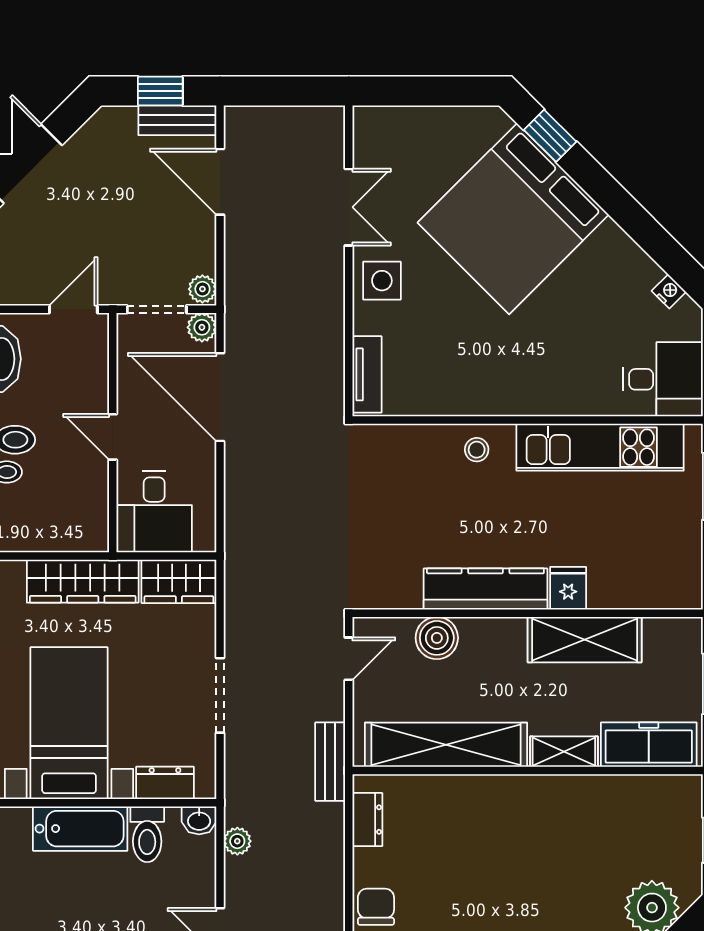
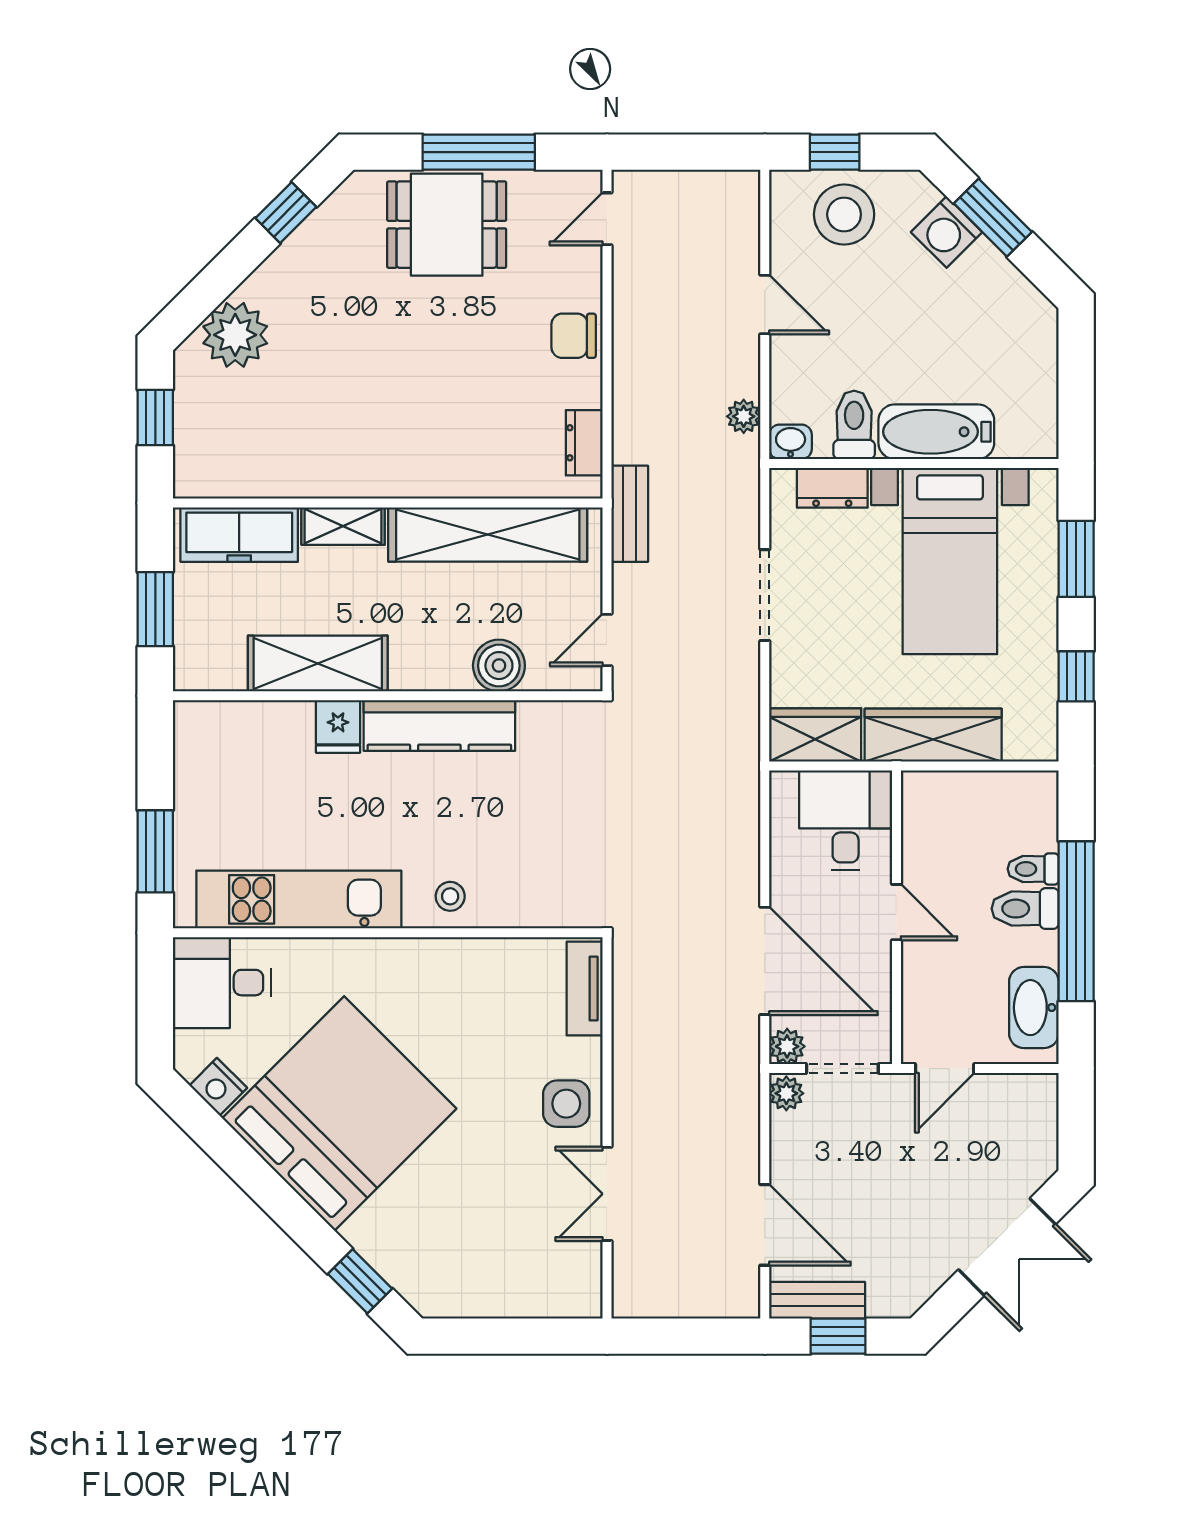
bed: (513, 219) -> (339, 1113), moved
nightstand: (669, 291) -> (218, 1087), width x1.39, depth x1.35
chair: (376, 907) -> (574, 336), turned 90

